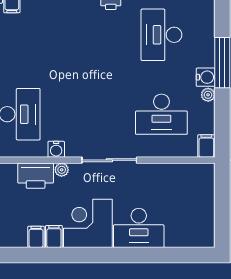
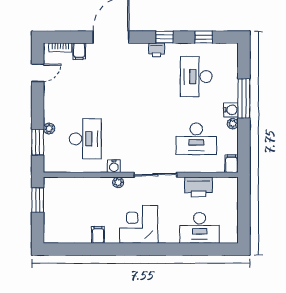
printer: (36, 176) -> (199, 187), moved
desk: (139, 228) -> (200, 228), moved
filing cabinet: (54, 237) -> (112, 235), removed

